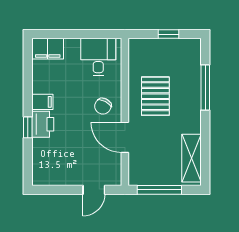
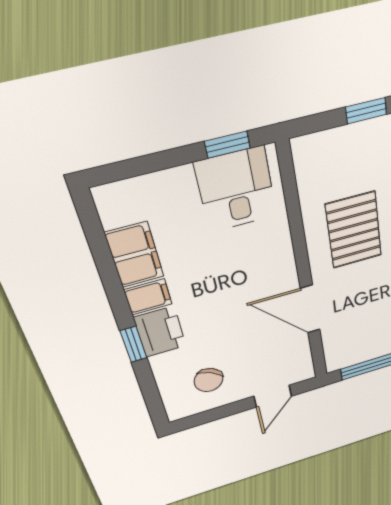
window: (99, 34) -> (227, 145), added
filing cabinet: (48, 49) -> (135, 255), moved, turned -90
chair: (103, 106) -> (209, 380), moved

